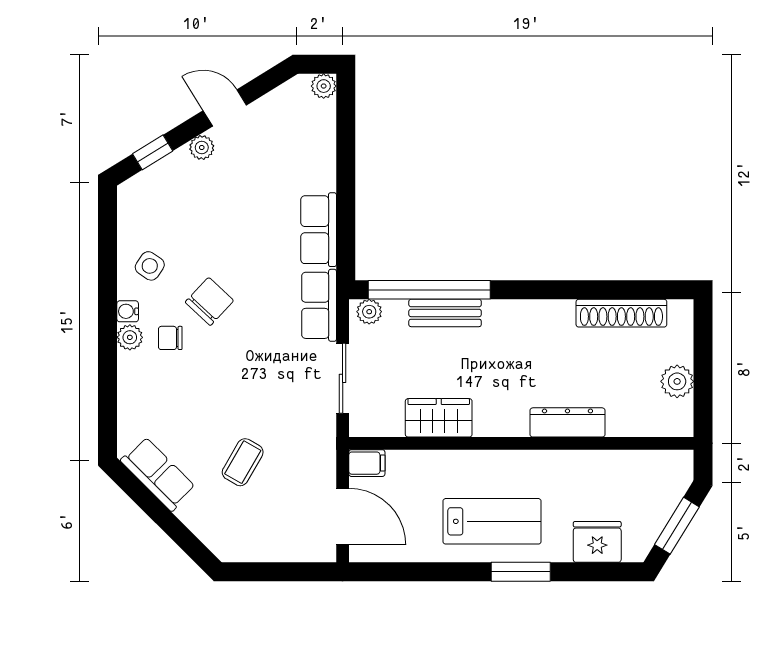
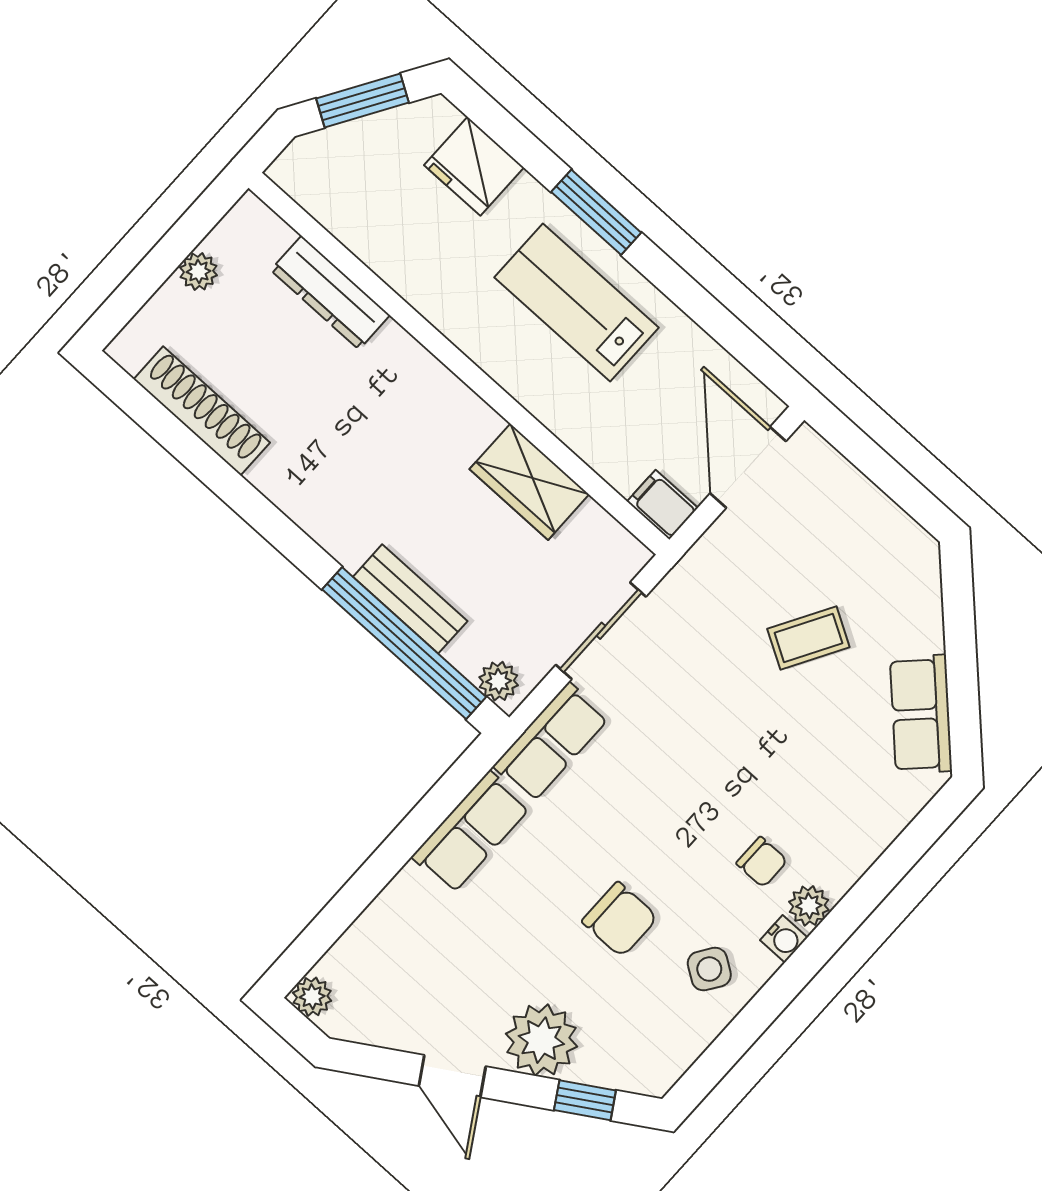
plant: (202, 147) -> (541, 1040), width x1.88, depth x1.88
chair: (209, 301) -> (620, 919), moved, turned -133
plant: (677, 381) -> (199, 271), width x0.73, depth x0.73
dresser: (567, 422) -> (330, 293), moved

